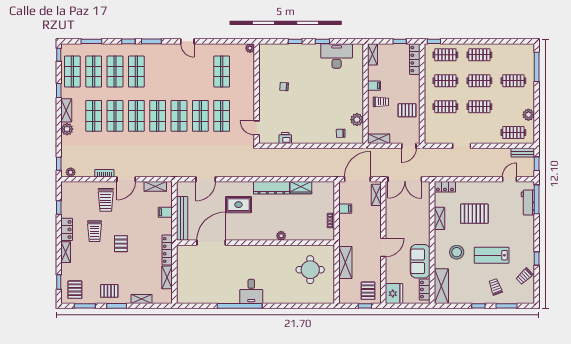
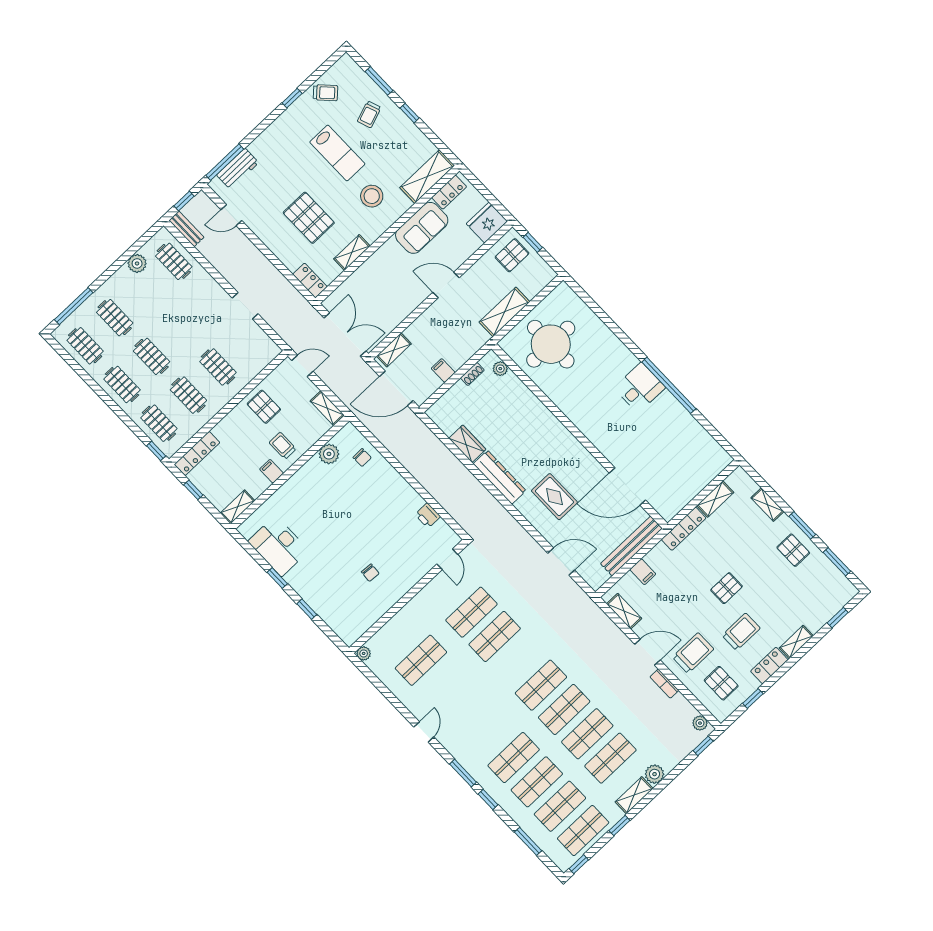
clothes rail: (479, 107) -> (85, 346), moved
shop shelf: (179, 116) -> (518, 661), removed
plant: (281, 236) -> (500, 369), moved
round table: (310, 270) -> (551, 344), width x1.36, depth x1.36
pallet: (75, 290) -> (721, 683), moved, turned 90

